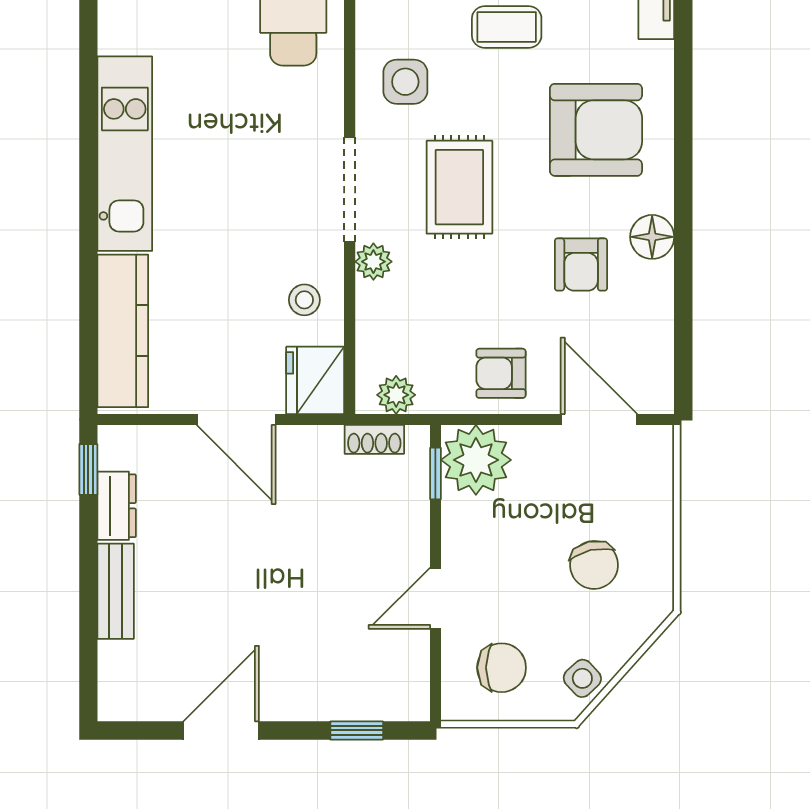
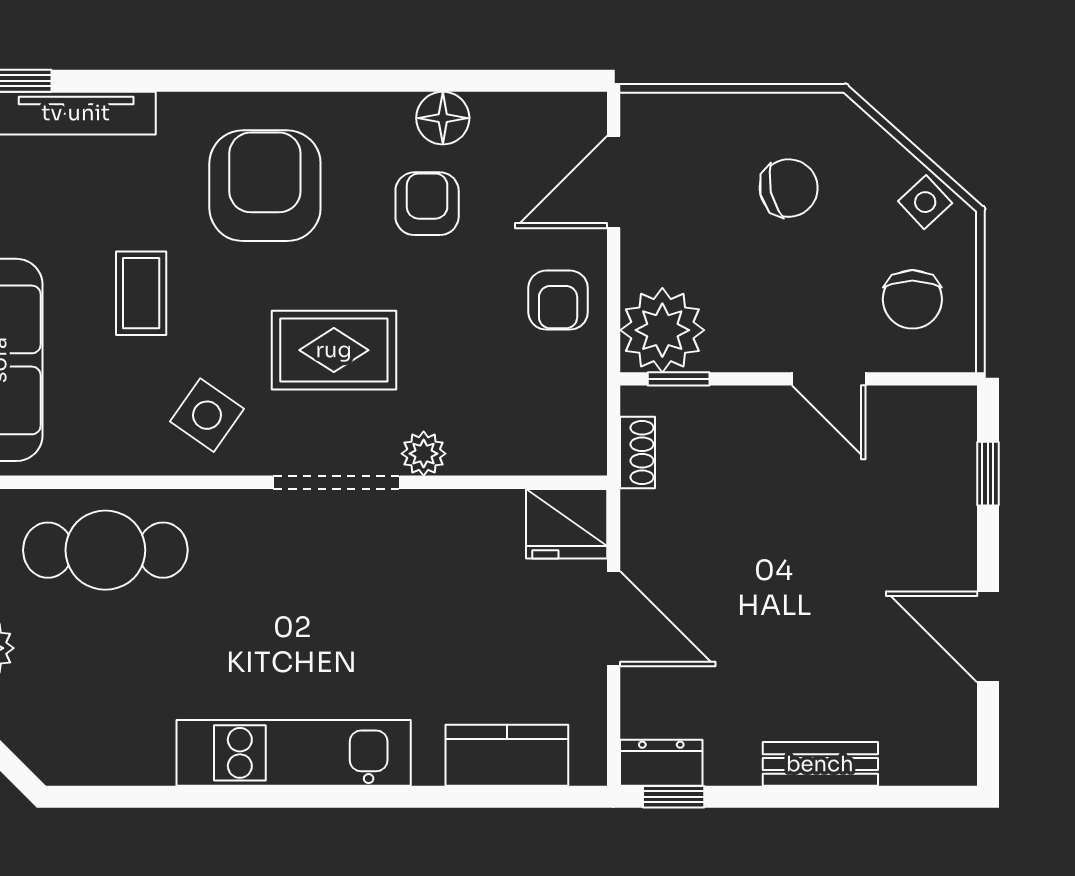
side table: (405, 82) -> (207, 415), turned 35
floor lamp: (652, 237) -> (443, 118), moved
armchair: (581, 264) -> (427, 204), turned -90
stool: (304, 300) -> (470, 537), removed
kitchen counter: (123, 331) -> (507, 755), width x0.67
plant: (396, 395) -> (584, 426), removed
door: (236, 419) -> (614, 619), hinge flipped
dresser: (117, 506) -> (661, 763), moved
chair: (502, 668) -> (912, 299), turned 180

